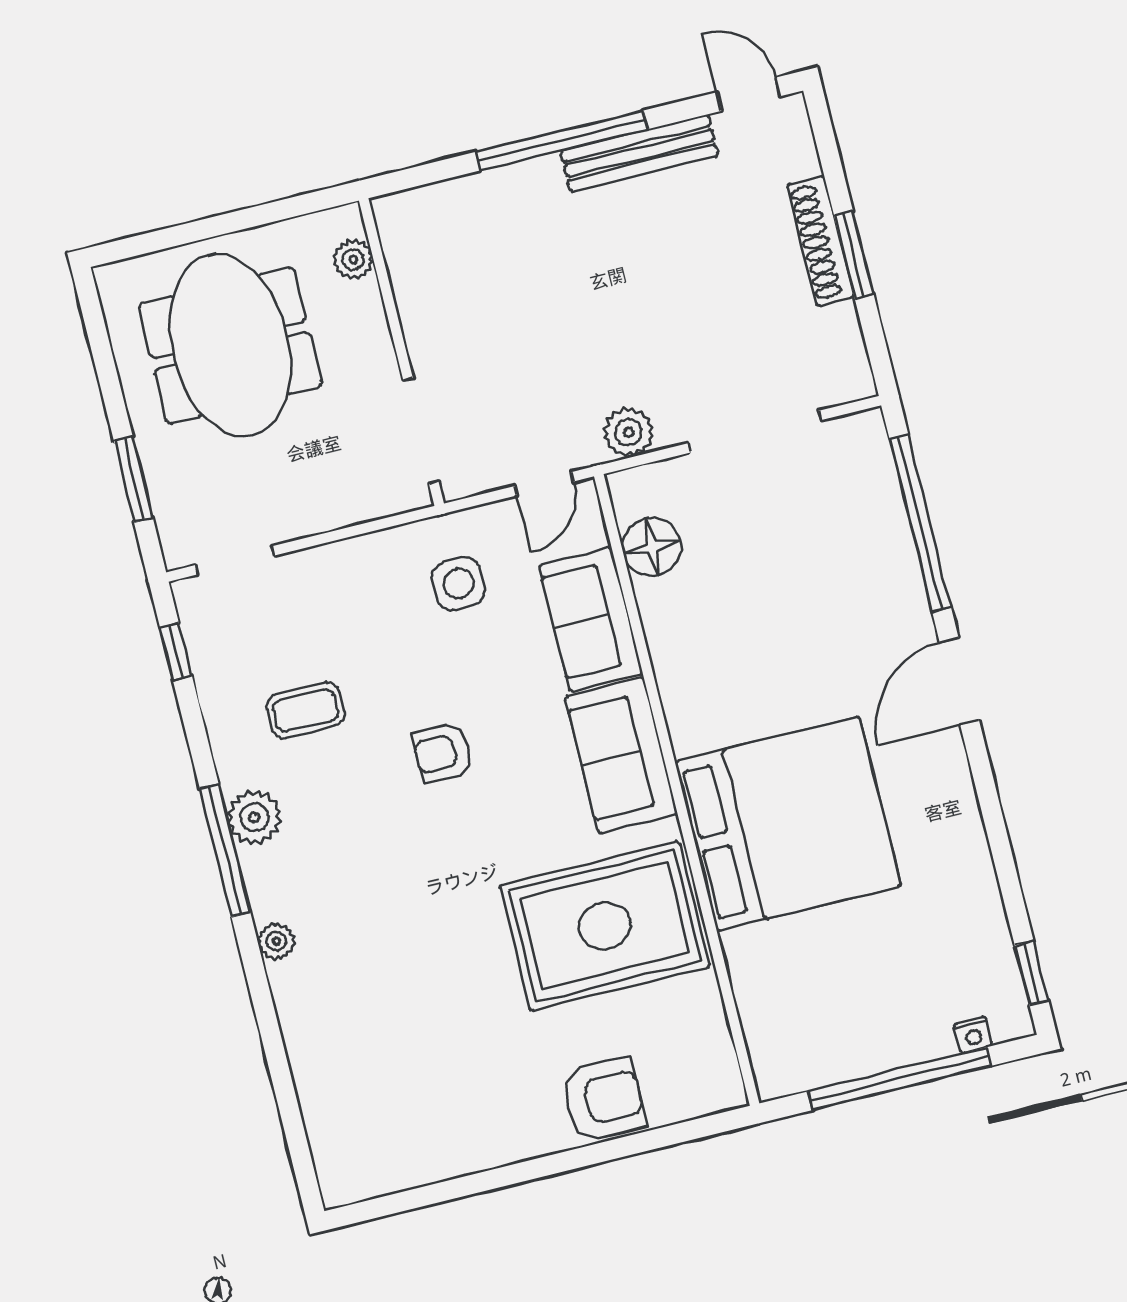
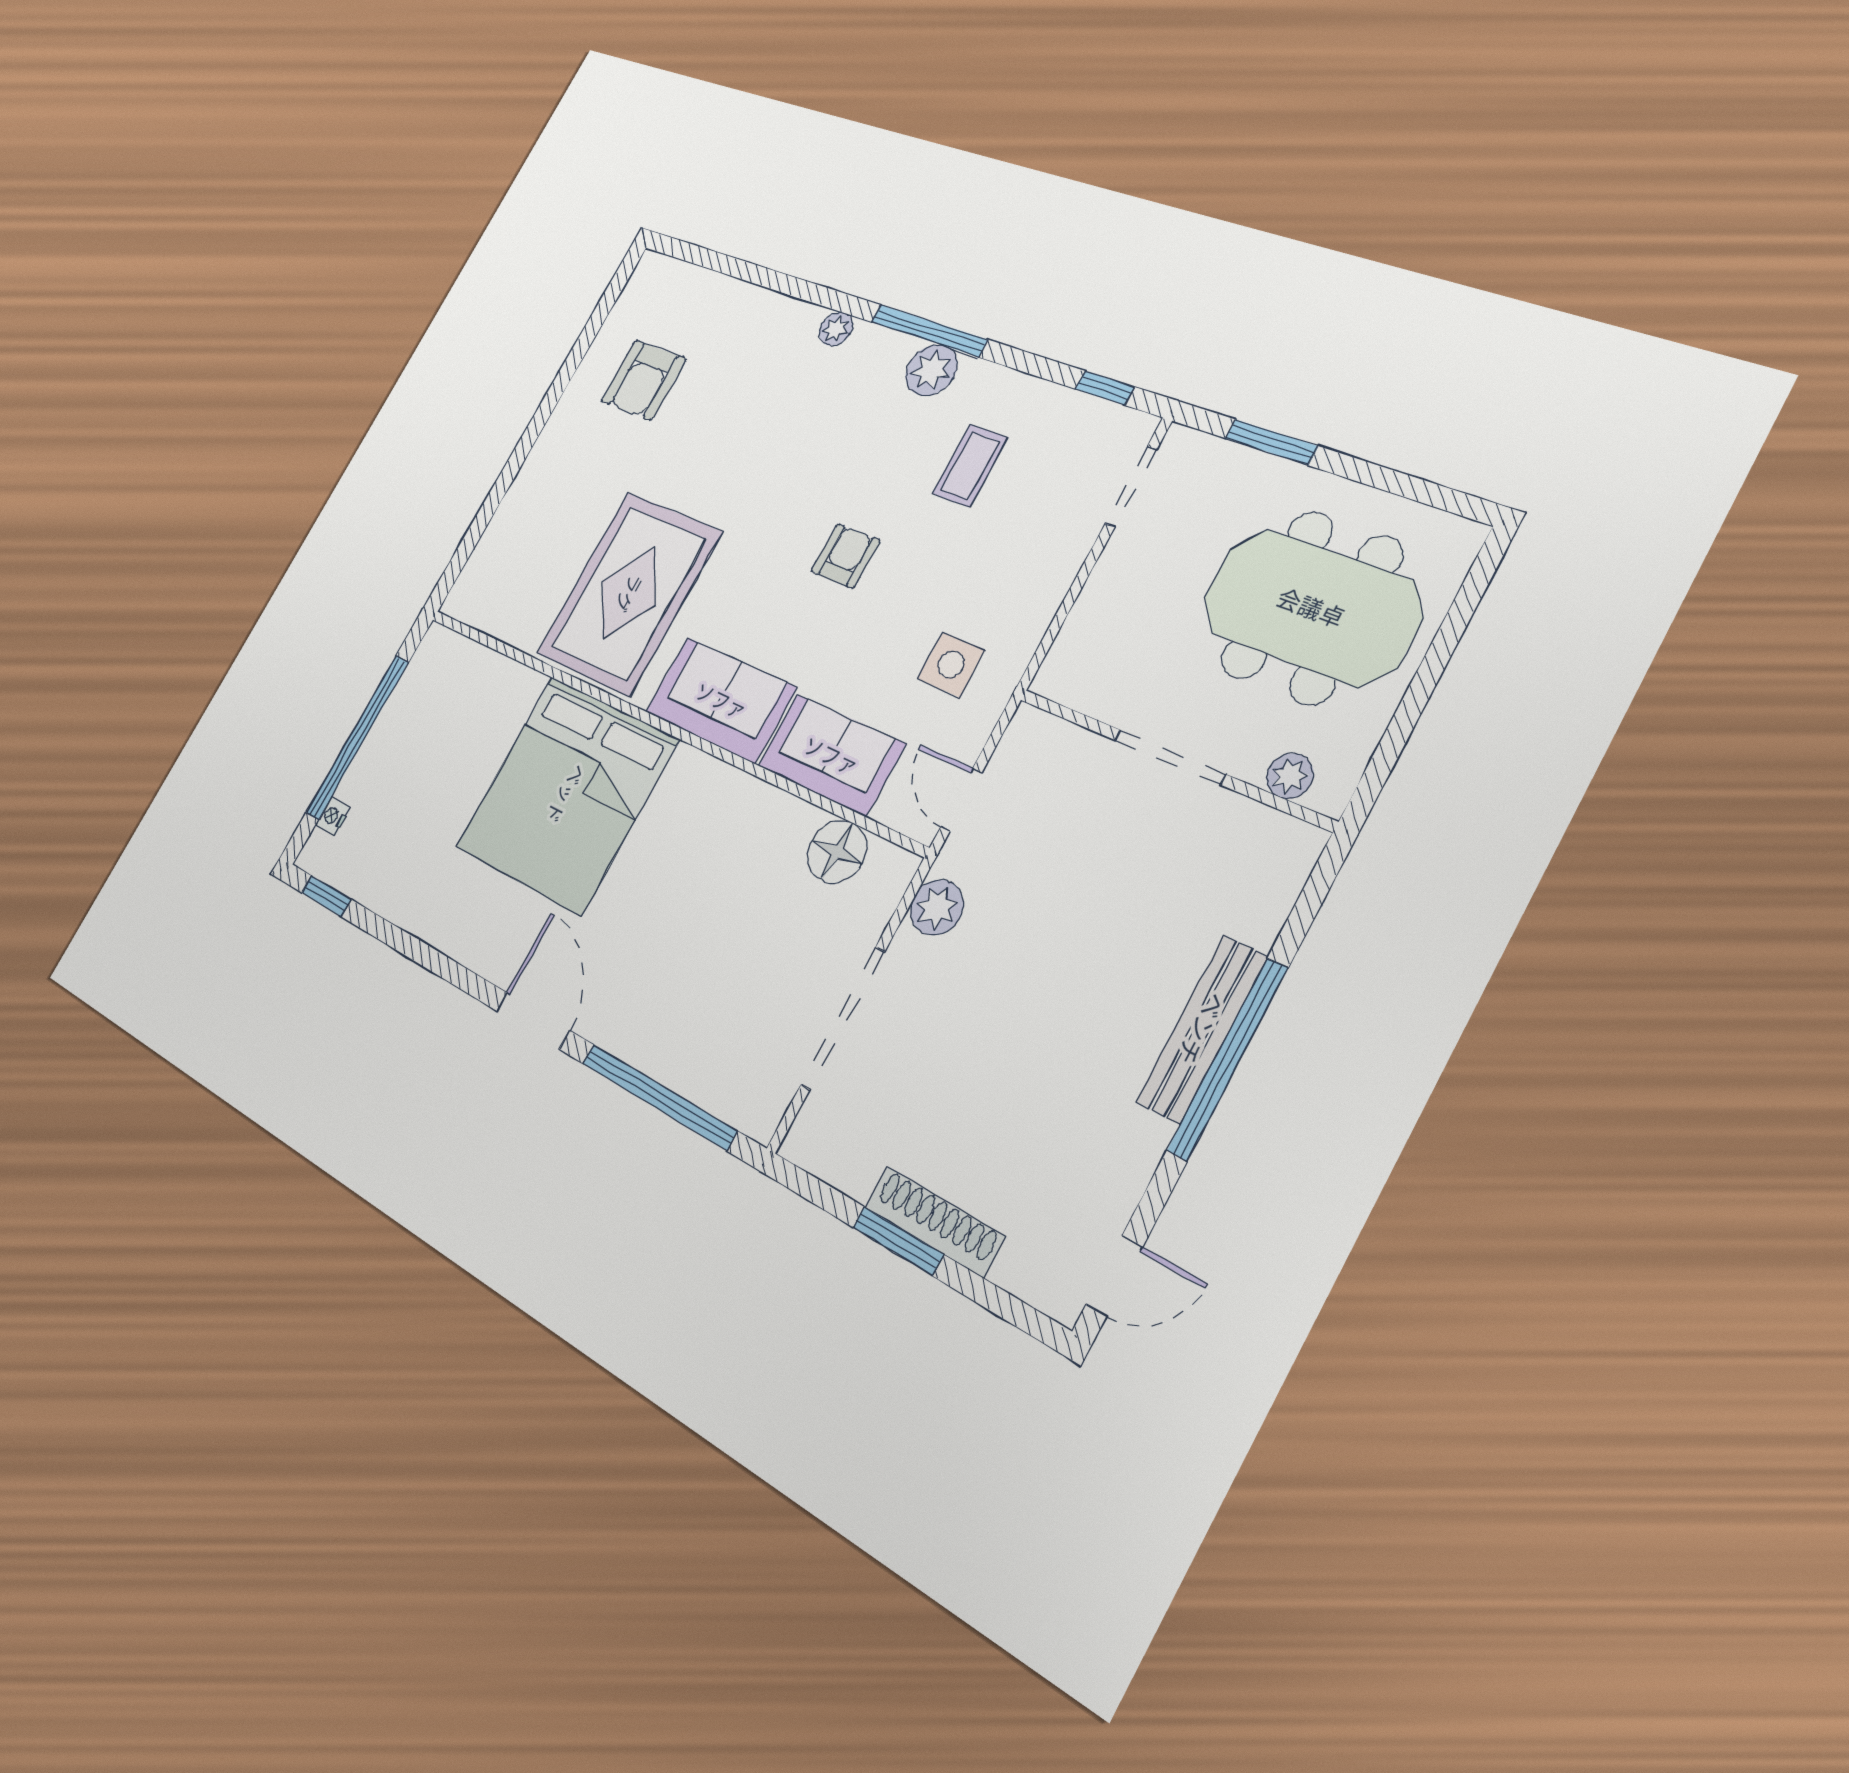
bench: (639, 153) -> (1202, 1029), moved
doorway: (421, 431) -> (1170, 757), moved
armchair: (603, 1100) -> (644, 380), moved

